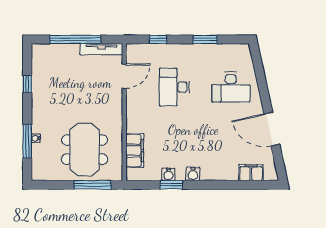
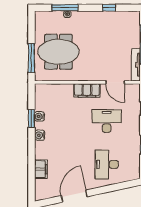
filing cabinet: (135, 151) -> (87, 90), moved
filing cabinet: (251, 173) -> (41, 169), moved

